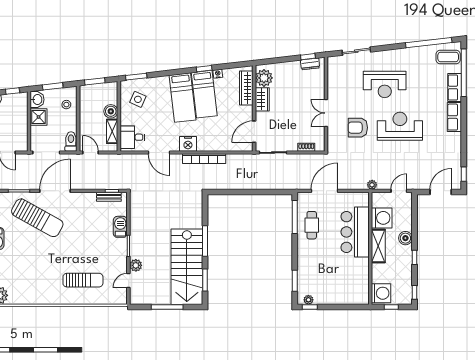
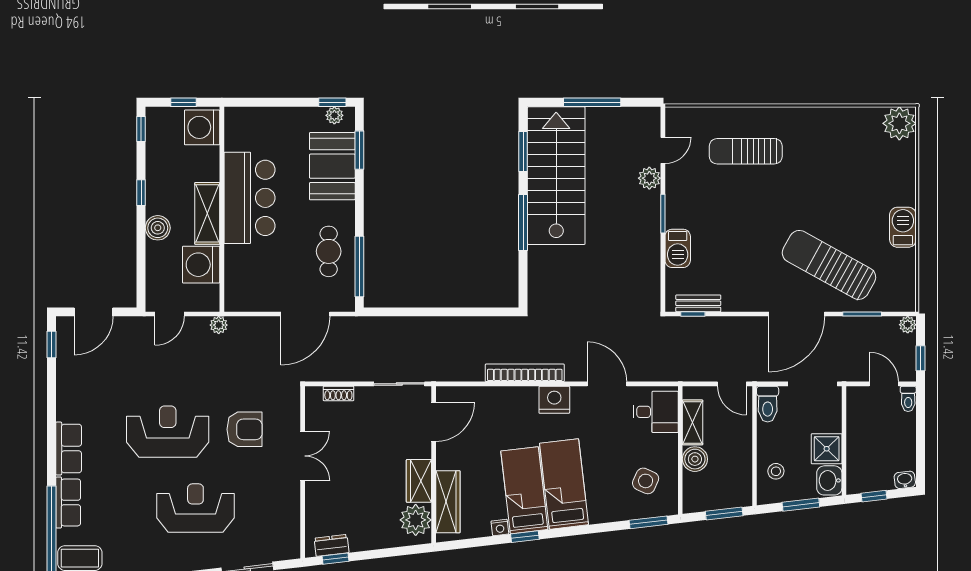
reception desk: (400, 126) -> (168, 432), turned 180
bar counter: (355, 232) -> (249, 198), moved
booth: (310, 272) -> (332, 166), added

